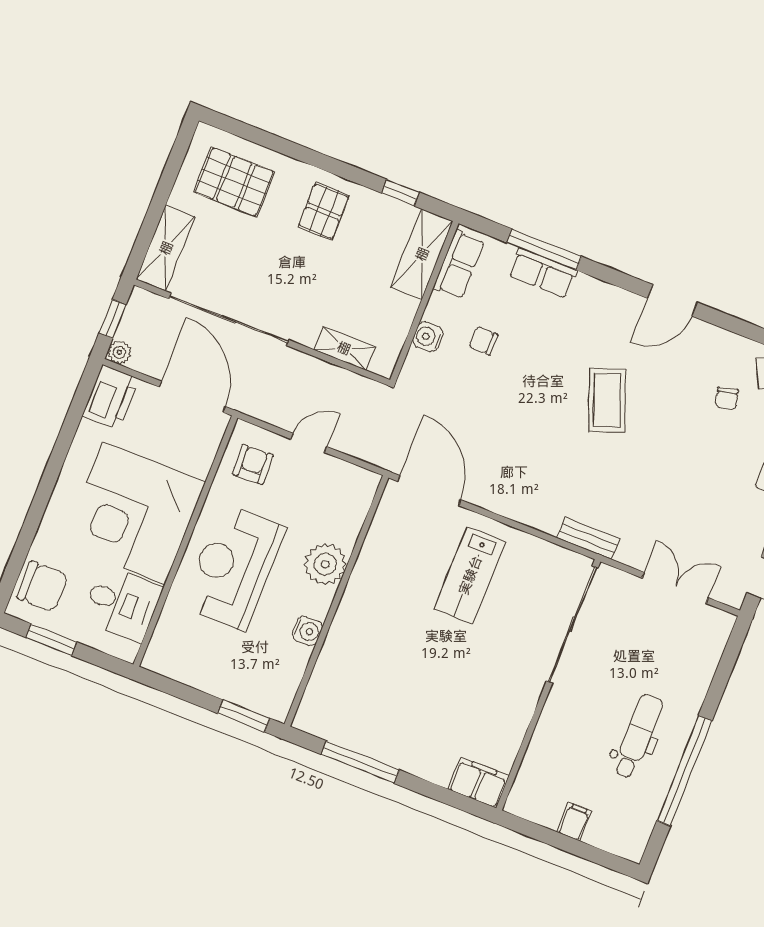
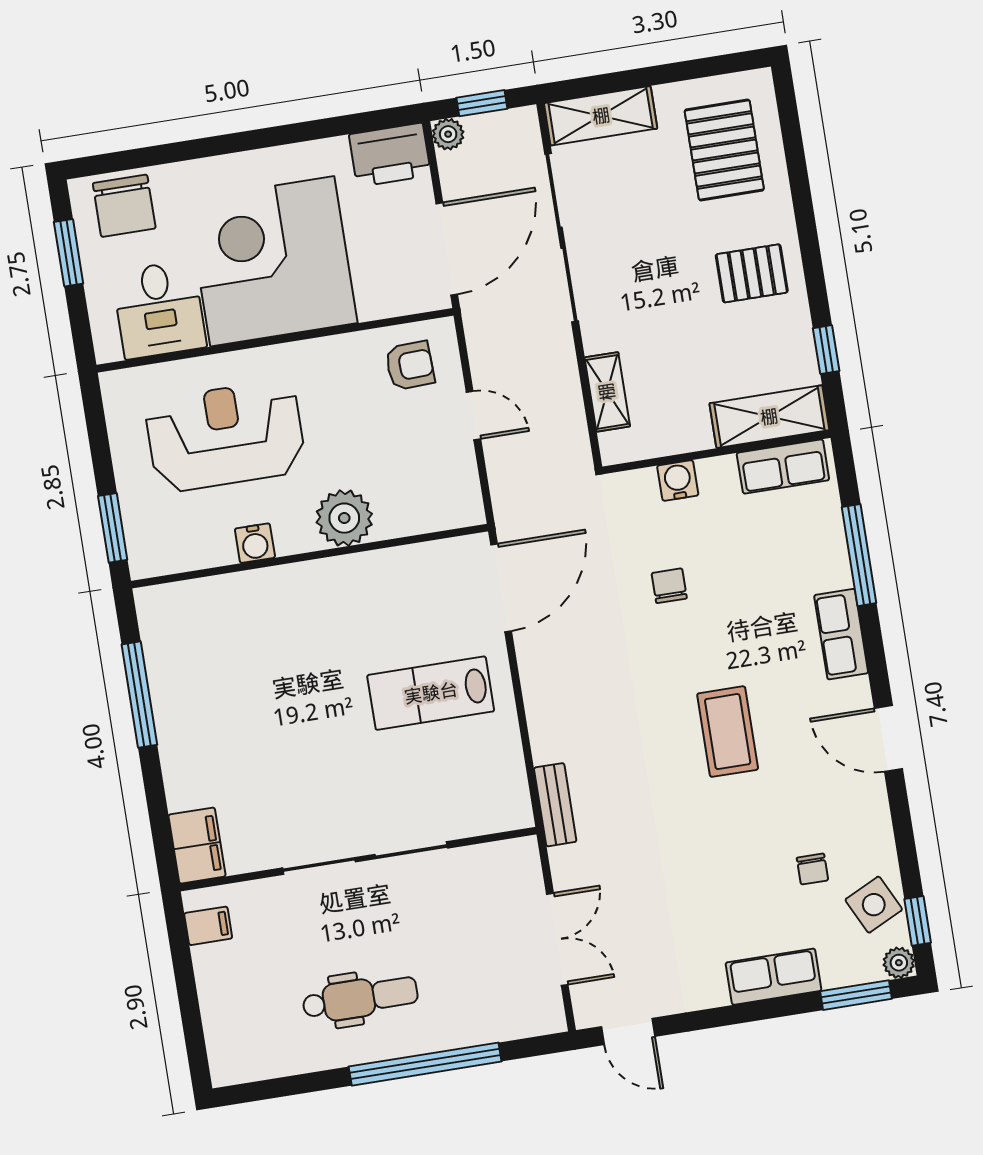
row of seats: (543, 273) -> (841, 634), moved
chair: (483, 341) -> (669, 586), moved
chair: (727, 398) -> (812, 869), turned -75
coffee table: (607, 400) -> (728, 732), turned -69
reception desk: (234, 567) -> (225, 436), moved
sliding door: (572, 625) -> (365, 858), moved
window: (684, 771) -> (425, 1064), moved
filing cabinet: (574, 822) -> (208, 926), moved

